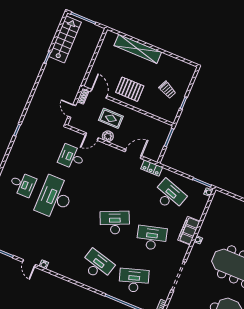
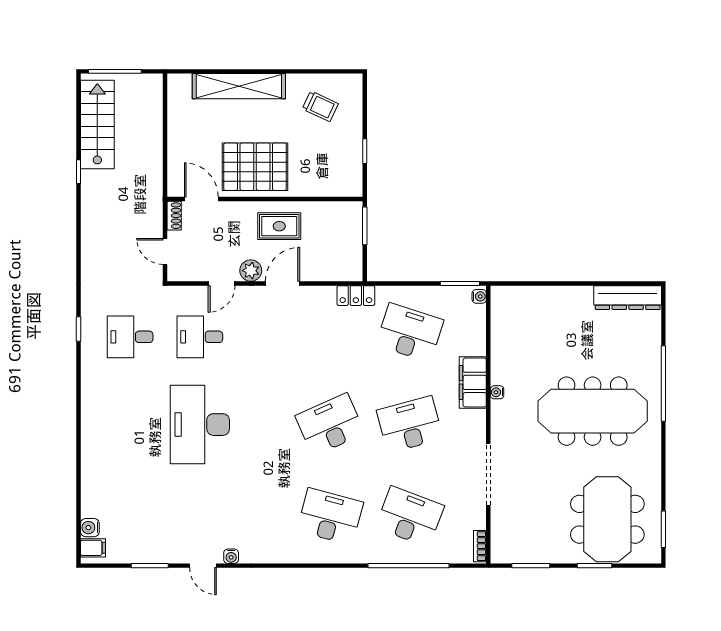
pallet: (130, 89) -> (255, 167), width x1.37, depth x1.41
trolley: (167, 90) -> (320, 106), moved
rug: (111, 118) -> (279, 226), moved
door: (133, 154) -> (283, 283), moved
desk: (23, 184) -> (130, 337), moved, turned 180
desk: (134, 280) -> (410, 517), turned 39

